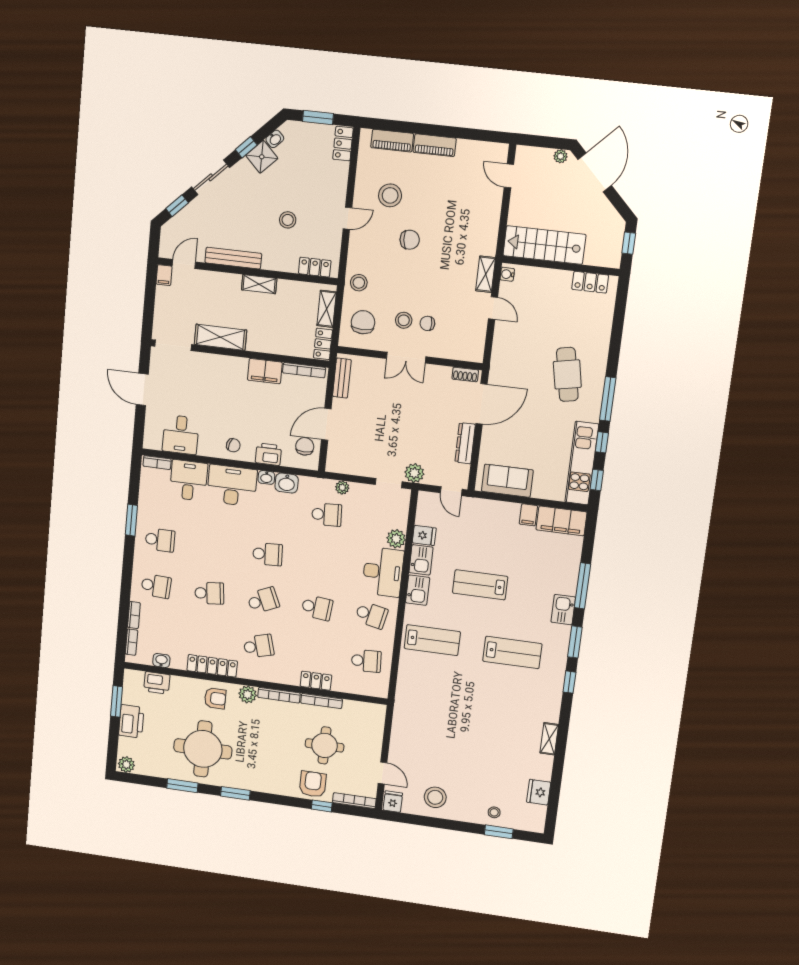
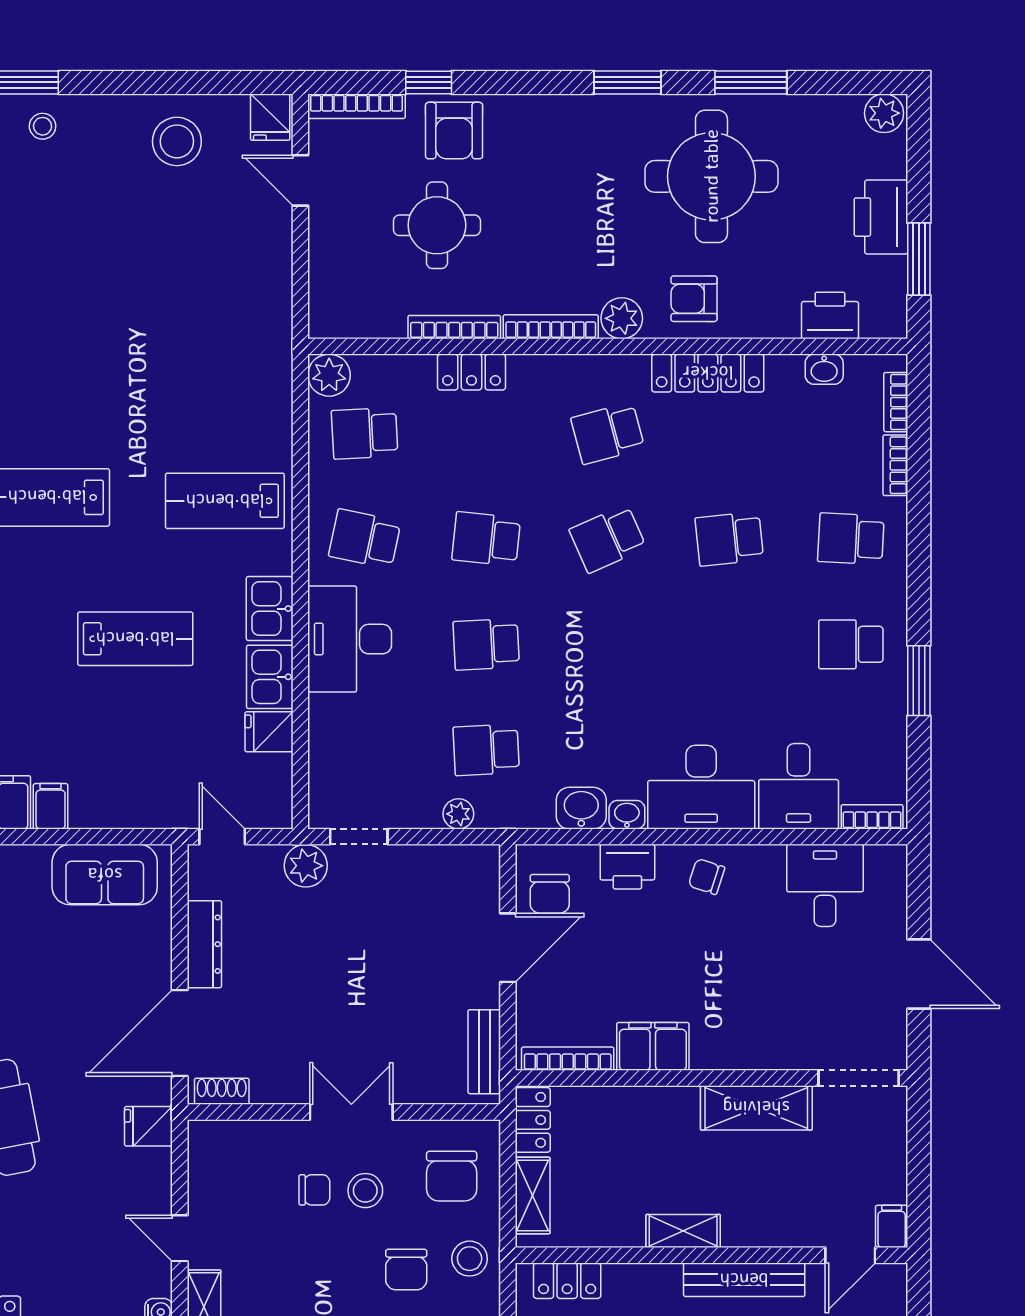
chair: (389, 281) -> (406, 1269), added
fridge: (501, 362) -> (148, 1126), added
plant: (396, 539) -> (329, 375), moved
school desk: (268, 554) -> (486, 644), moved

